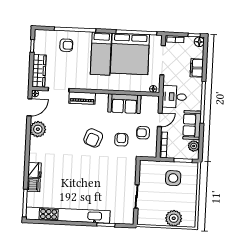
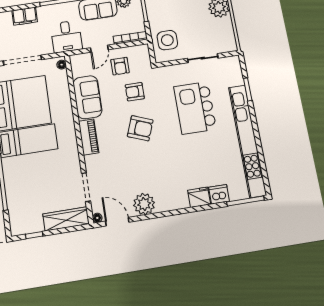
armchair: (66, 45) -> (25, 189), removed
piano: (82, 98) -> (89, 137), moved
door: (160, 120) -> (99, 49), swing flipped
side table: (173, 178) -> (167, 40), moved
kitchen island: (100, 182) -> (195, 108), added

